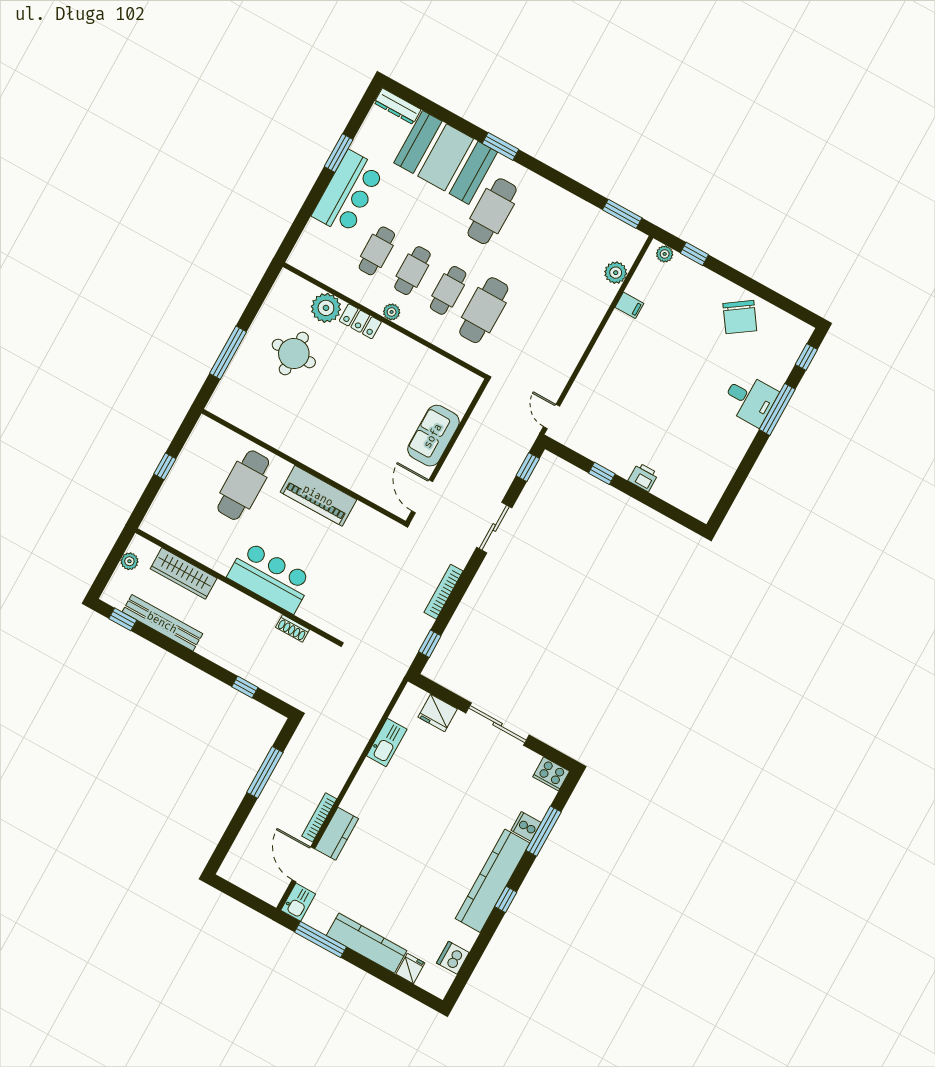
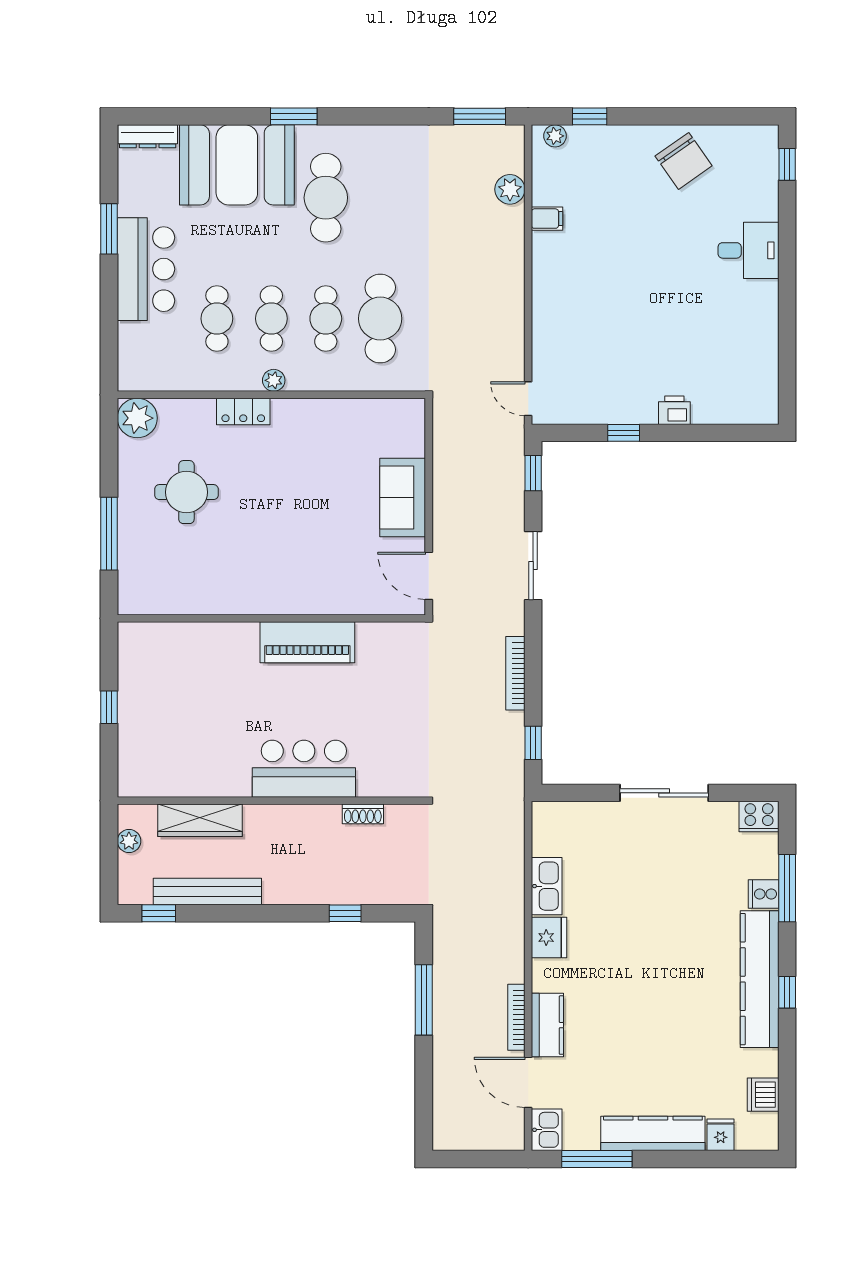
plant: (326, 308) -> (137, 418), moved
window: (777, 409) -> (787, 245), removed
cafe table: (243, 485) -> (213, 678), removed
fridge: (438, 713) -> (549, 937), moved, turned -90

